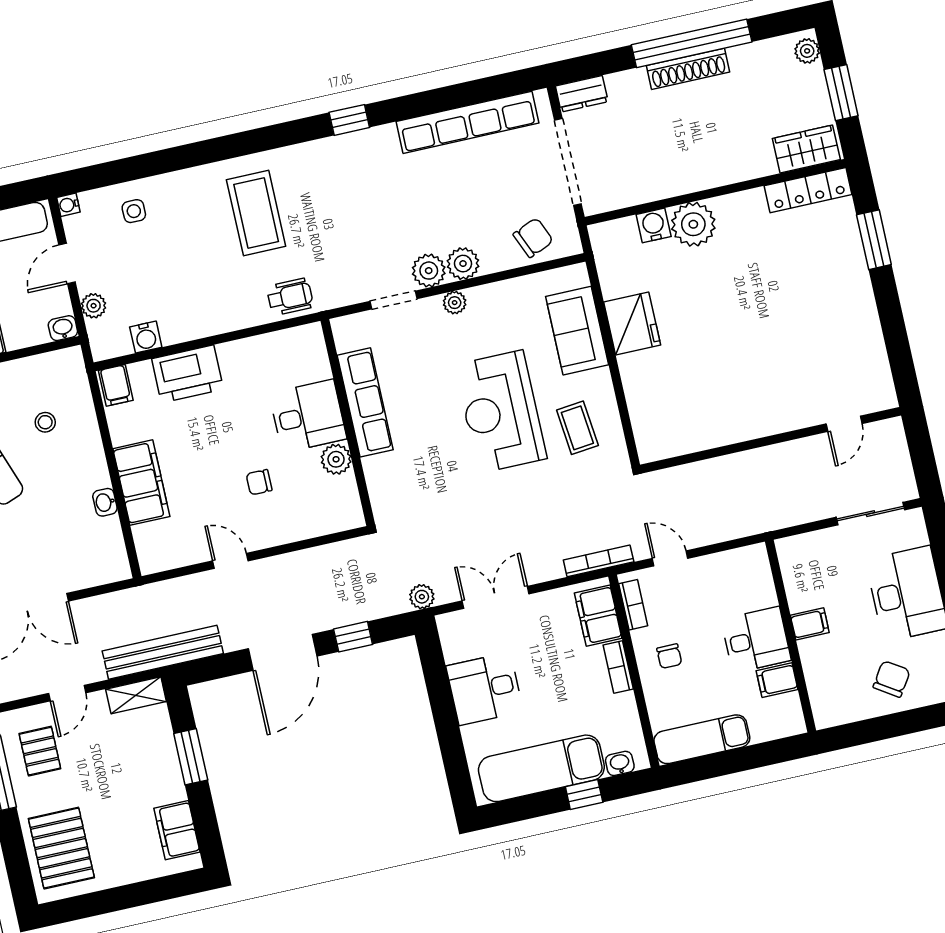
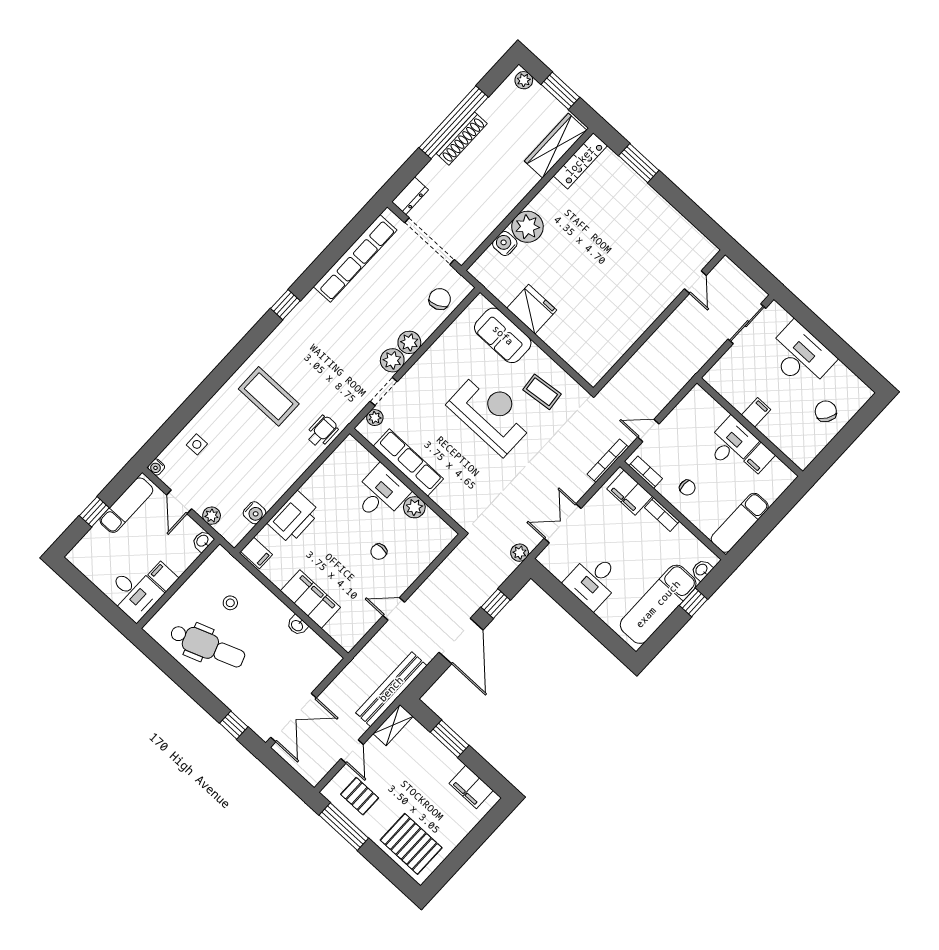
wardrobe: (806, 149) -> (555, 146), width x1.50
plant: (455, 303) -> (375, 418), moved
reception desk: (501, 412) -> (491, 413), turned 180

